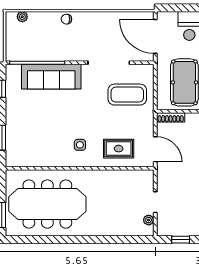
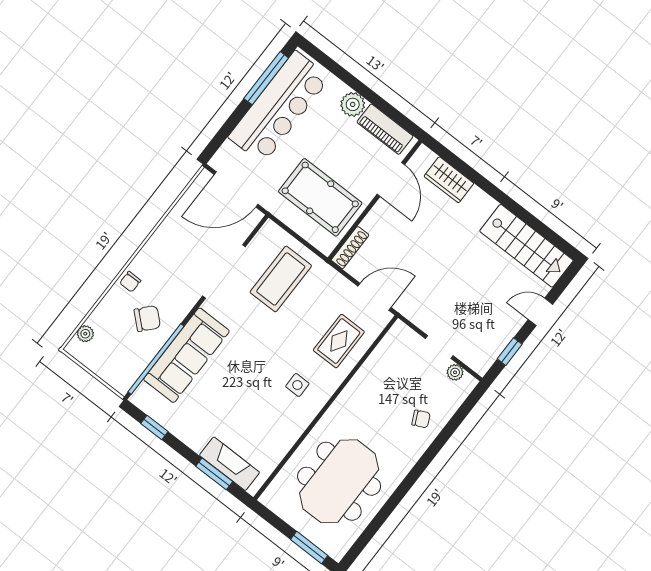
chair: (54, 42) -> (147, 319), added
fireplace: (13, 141) -> (230, 464), added
meeting table: (47, 204) -> (339, 481), width x0.73
chair: (111, 221) -> (421, 419), added

